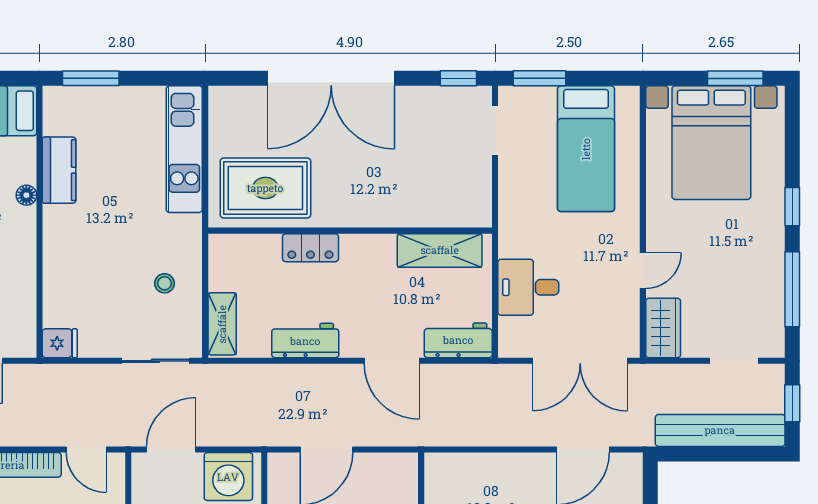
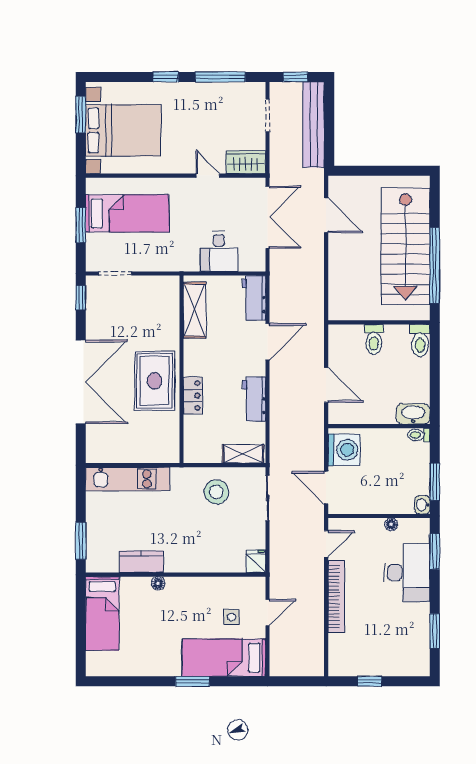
window: (540, 78) -> (81, 225), moved
rug: (265, 188) -> (155, 381), moved
stool: (165, 283) -> (216, 492), width x1.89, depth x1.89

